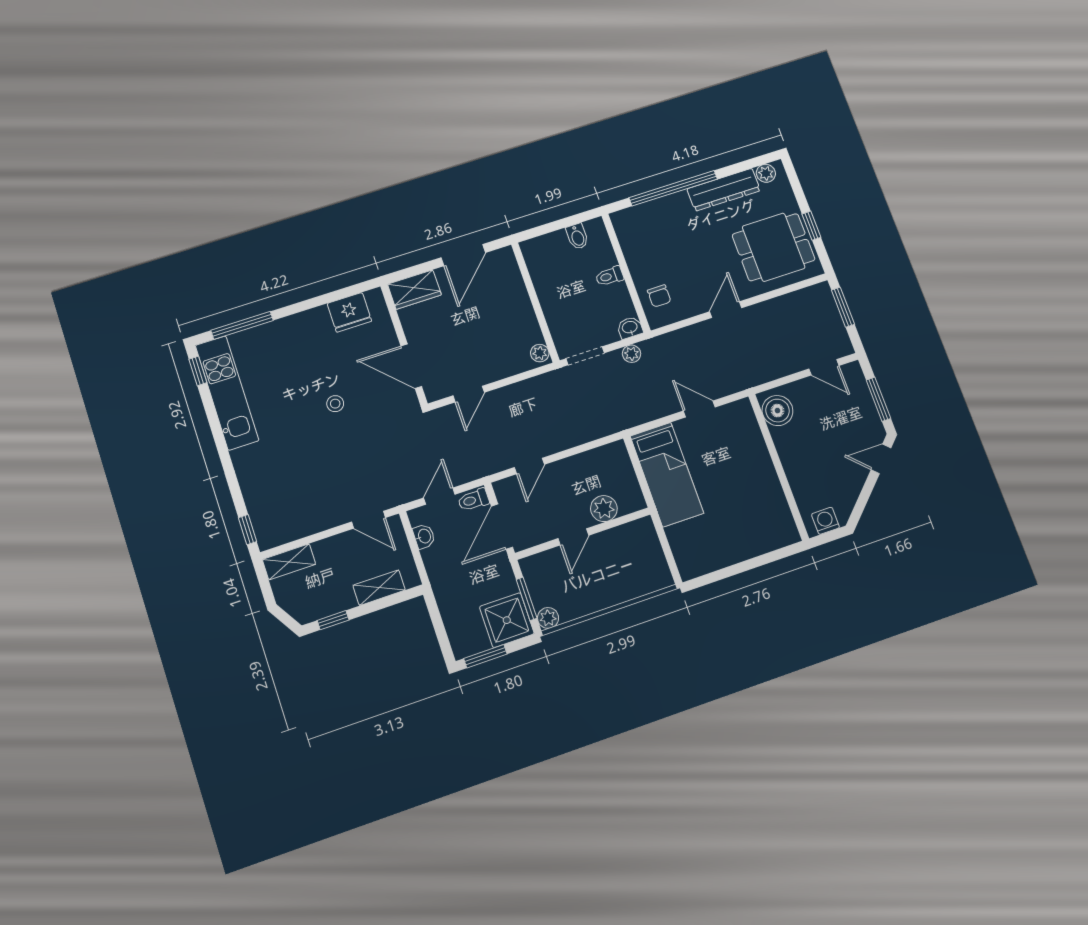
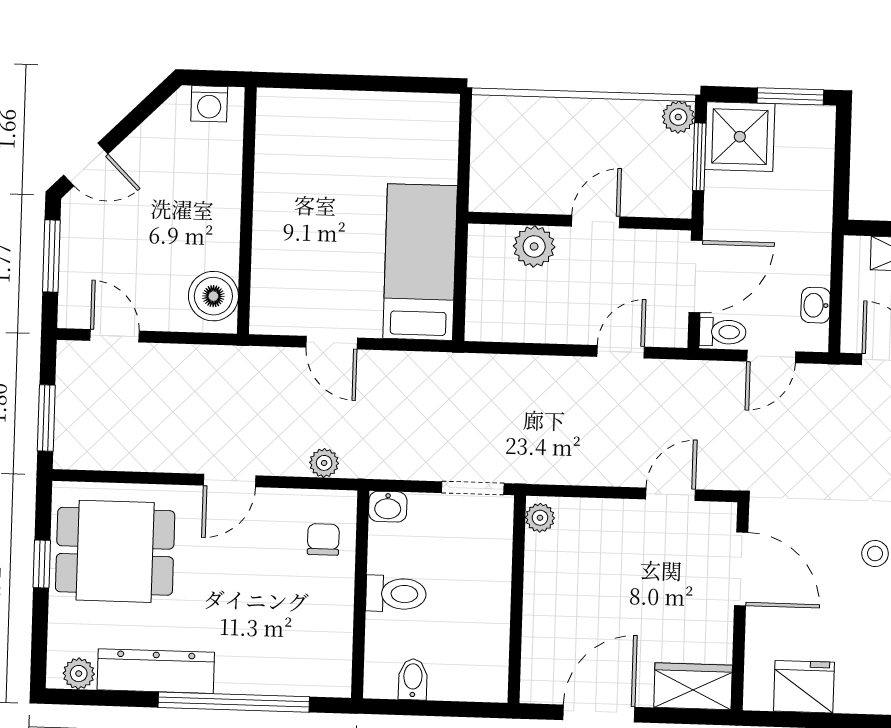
toilet: (609, 276) -> (396, 594), width x1.37, depth x1.39
plant: (632, 354) -> (324, 463), moved

